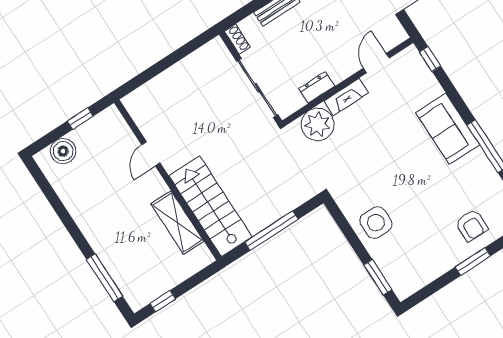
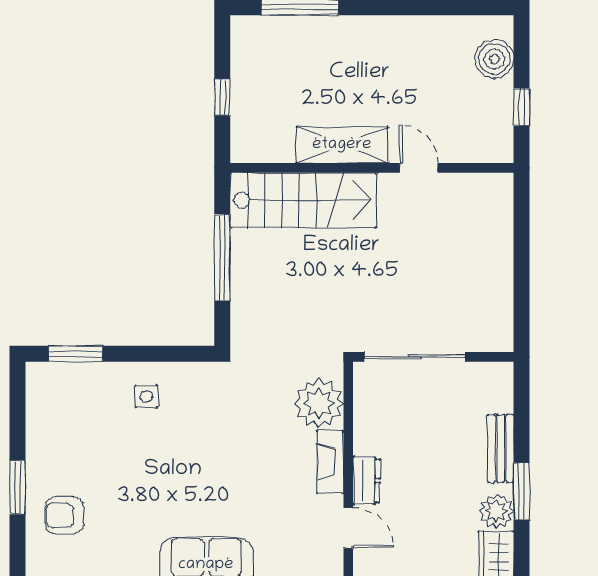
shoe rack: (237, 39) -> (493, 372), removed
dresser: (317, 87) -> (366, 481), moved
shelving: (177, 223) -> (342, 145), moved
side table: (376, 223) -> (146, 396), width x0.54, depth x0.54
window: (163, 301) -> (222, 97), moved

